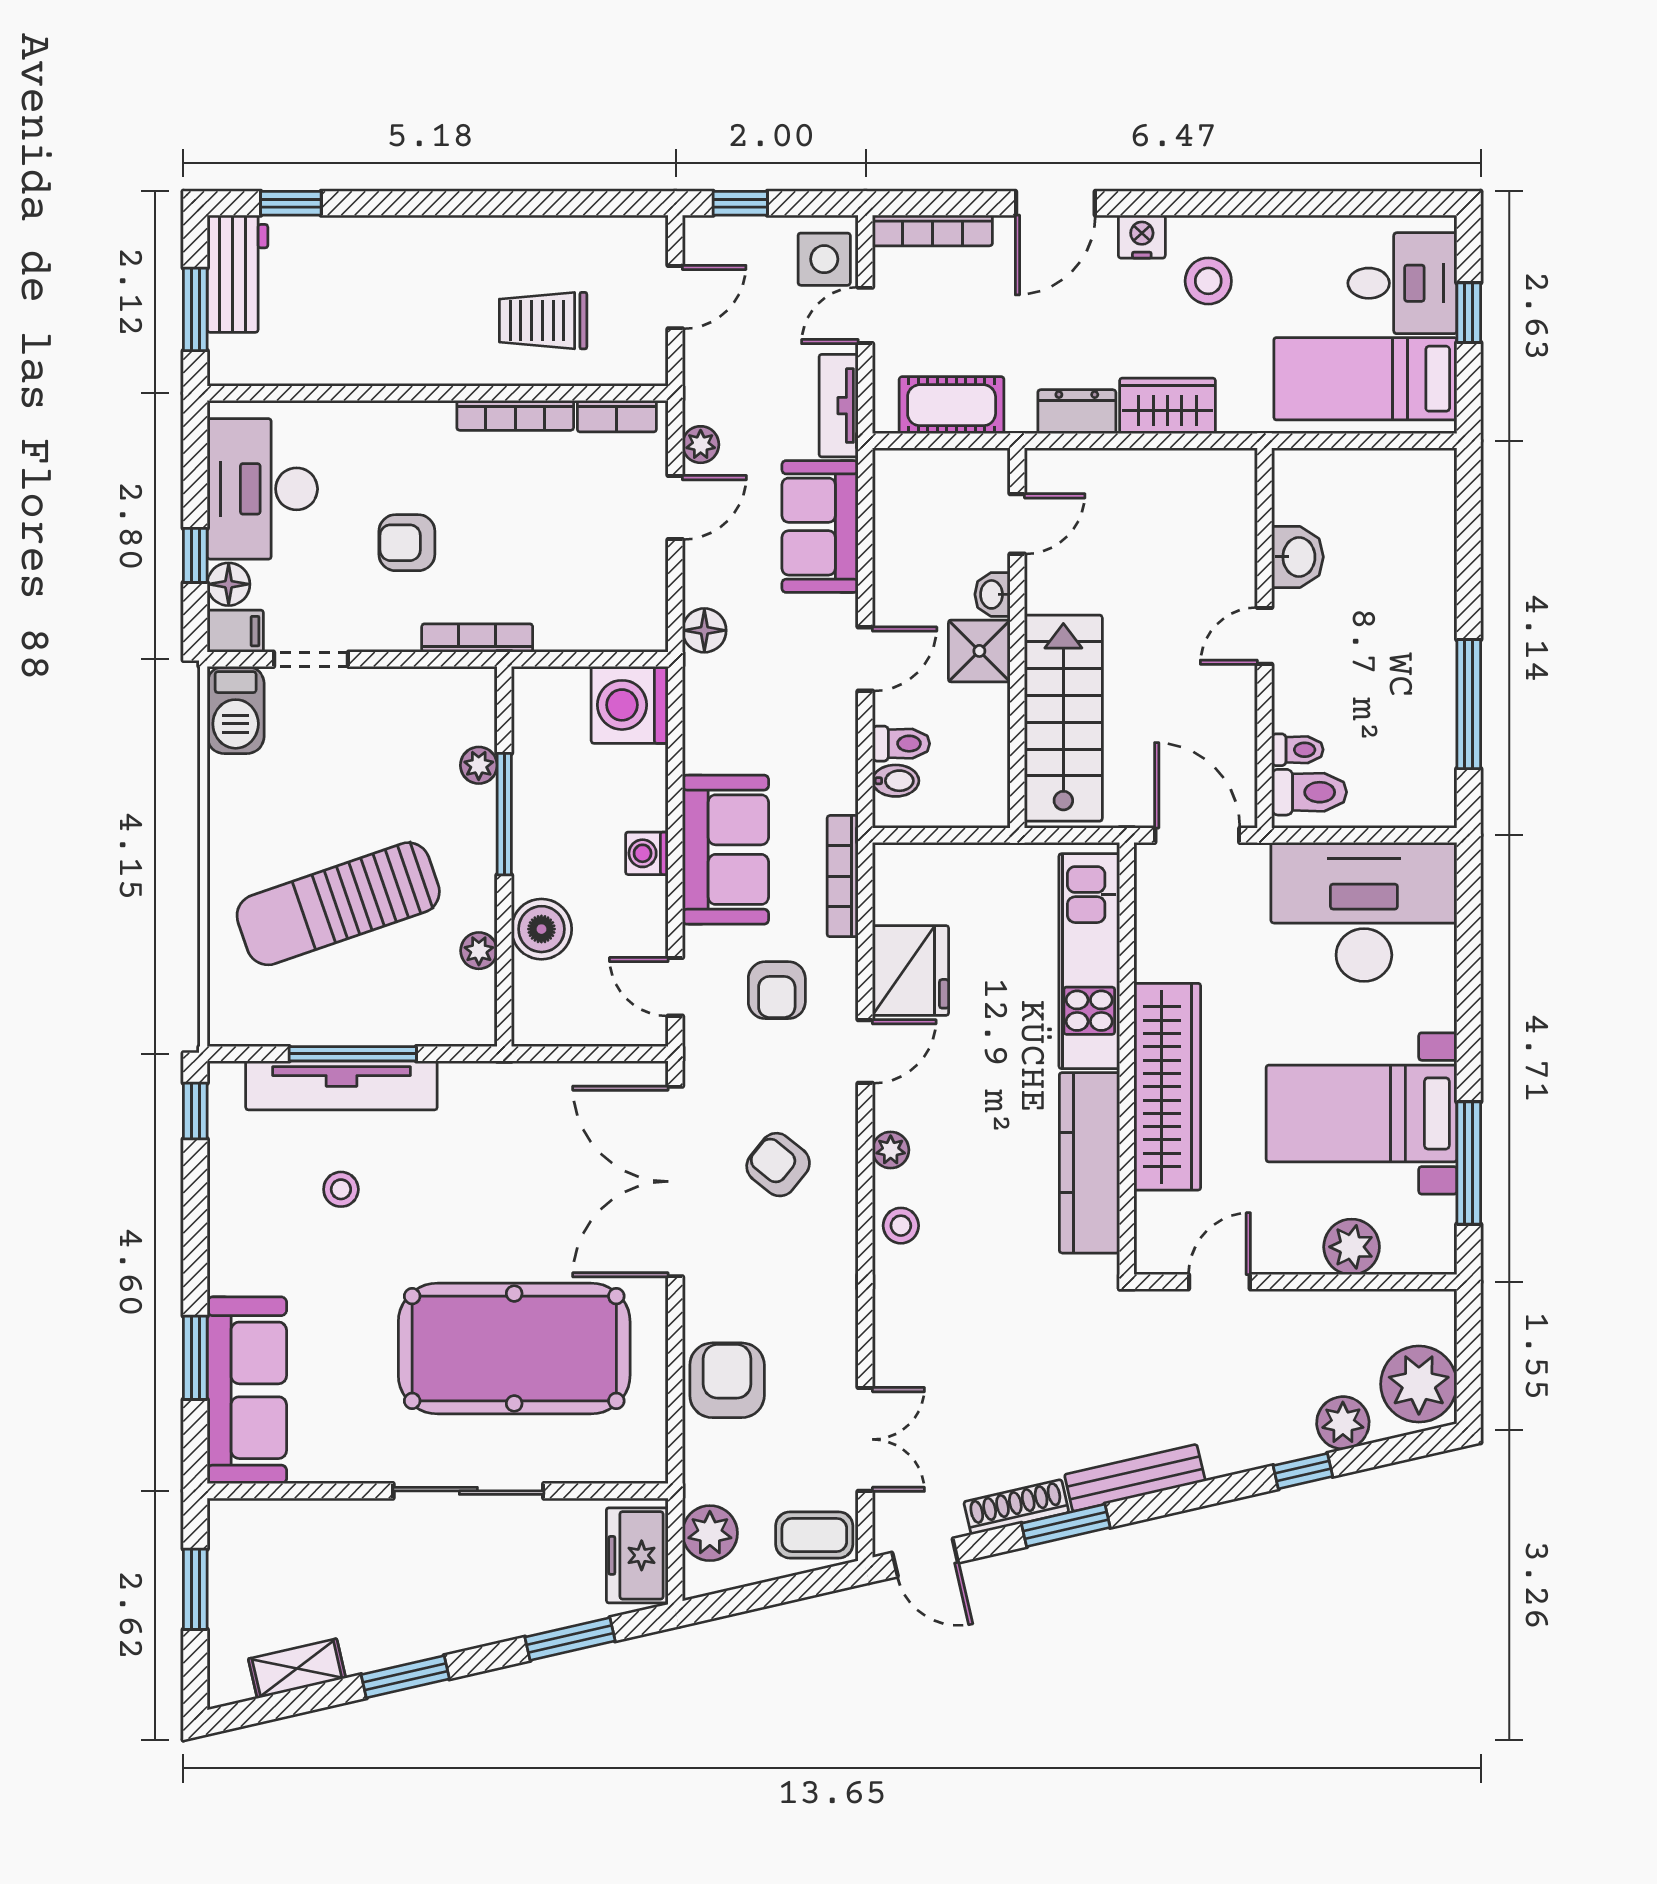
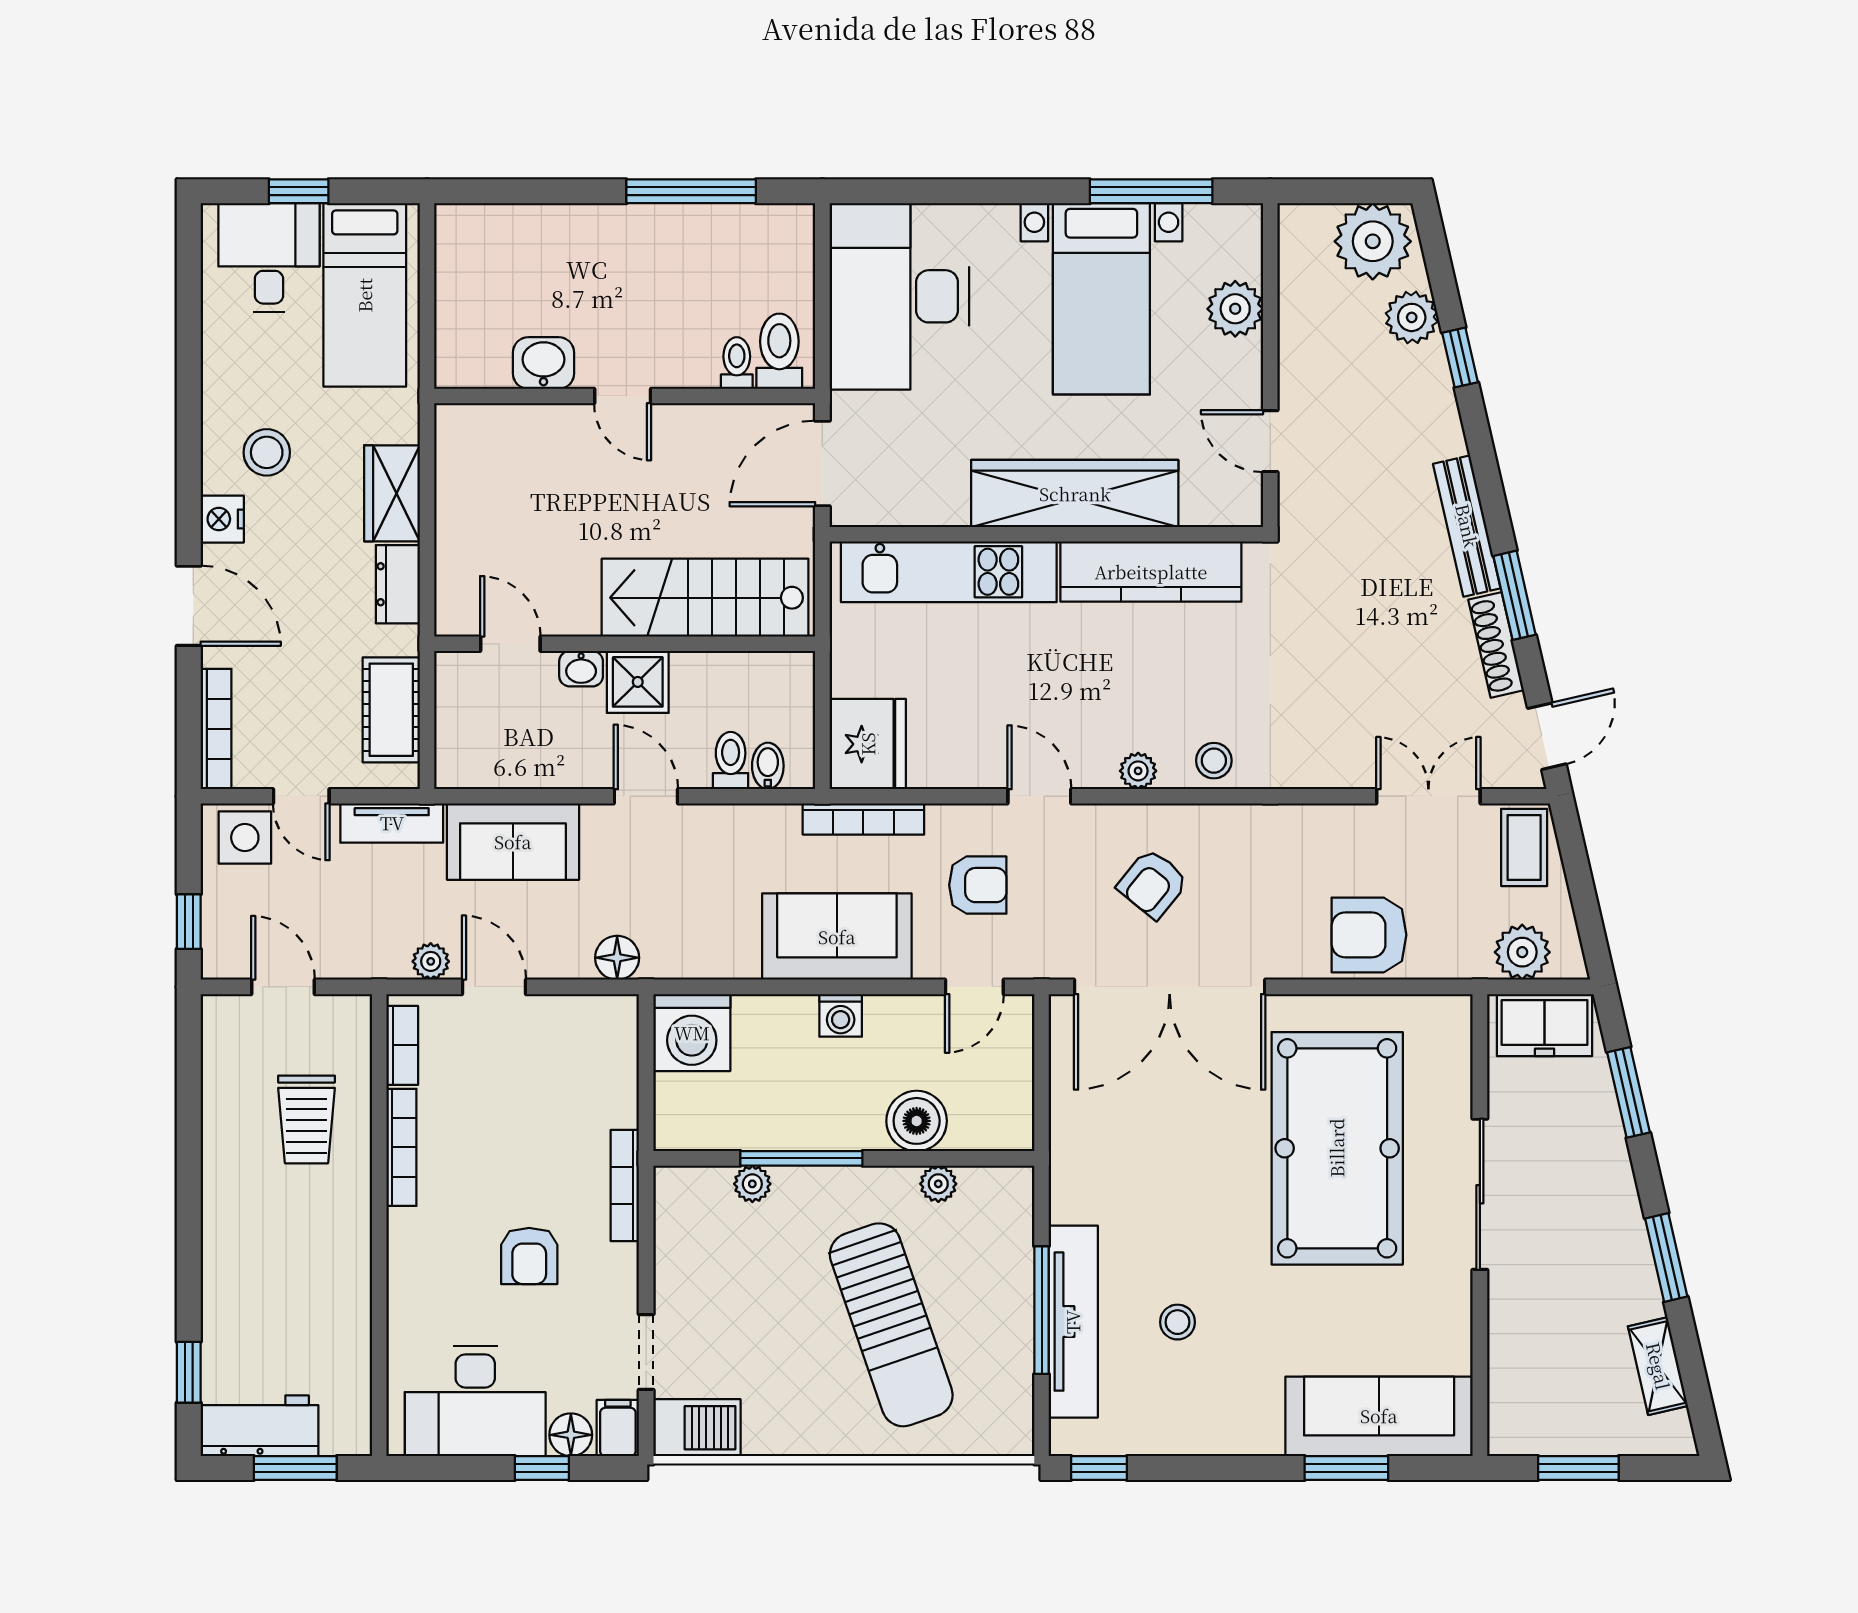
fridge: (911, 970) -> (868, 744), moved, turned 90

